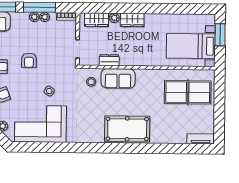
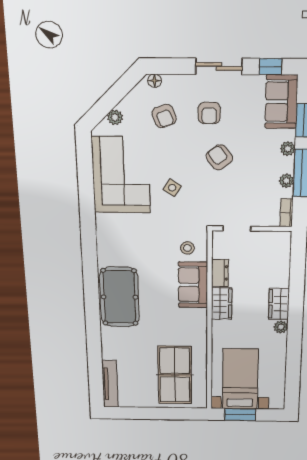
plant: (34, 17) -> (288, 149), moved
plant: (114, 18) -> (281, 327), moved
wardrobe: (96, 20) -> (222, 303), moved, turned 180
window: (220, 35) -> (240, 415), moved
armchair: (29, 60) -> (219, 157), turned 53
tv unit: (201, 139) -> (110, 384), width x1.41

